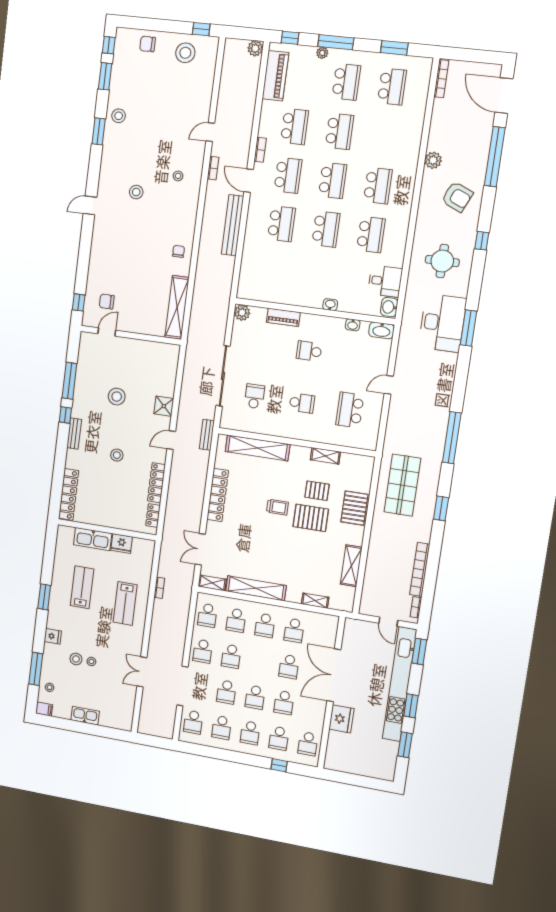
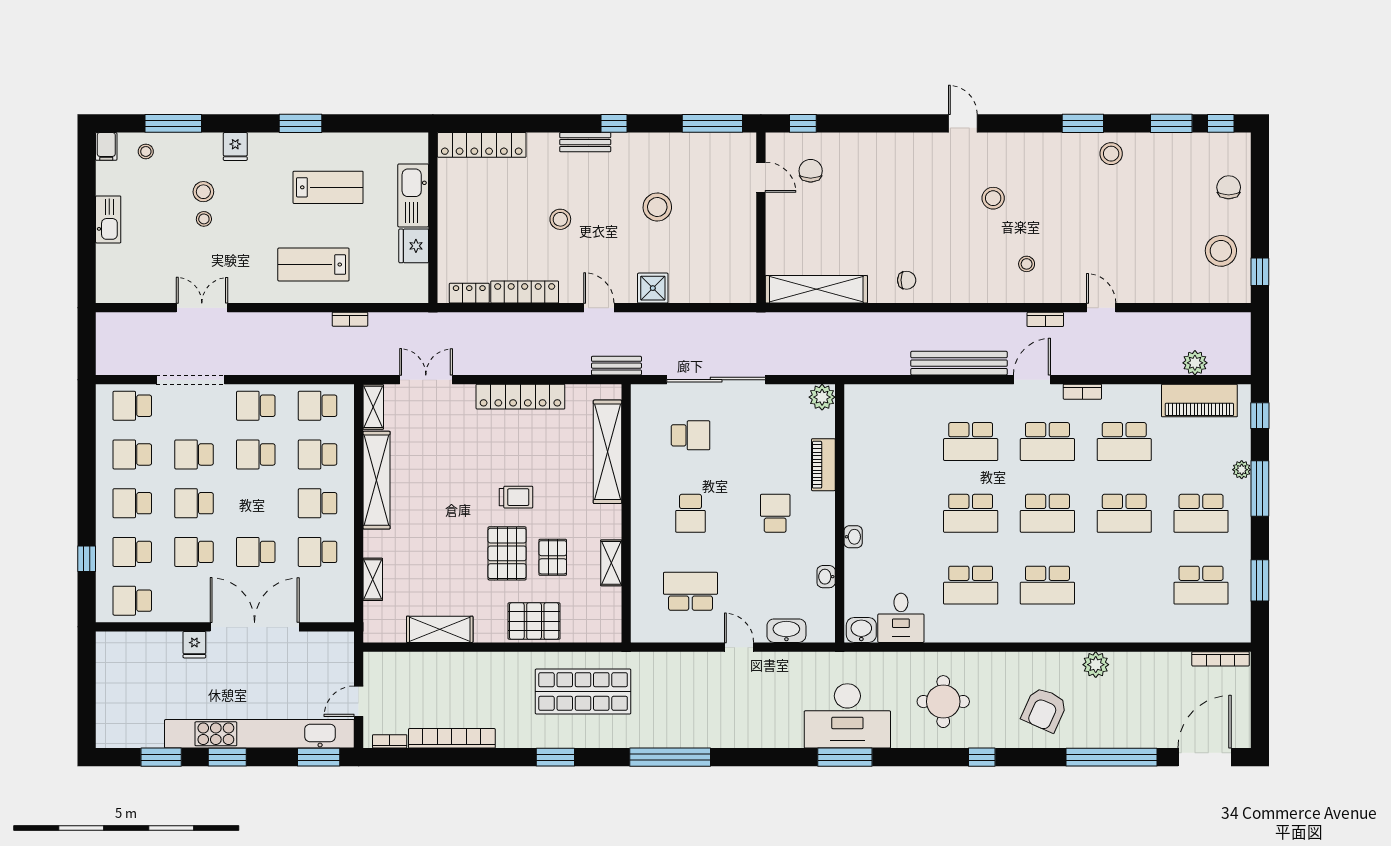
plant: (255, 48) -> (1195, 363), moved
washbasin: (381, 330) -> (786, 631), moved, turned 90
window: (69, 381) -> (712, 123), moved
trolley: (277, 507) -> (516, 497), turned -90
fridge: (341, 719) -> (194, 645), width x0.53, depth x0.75

